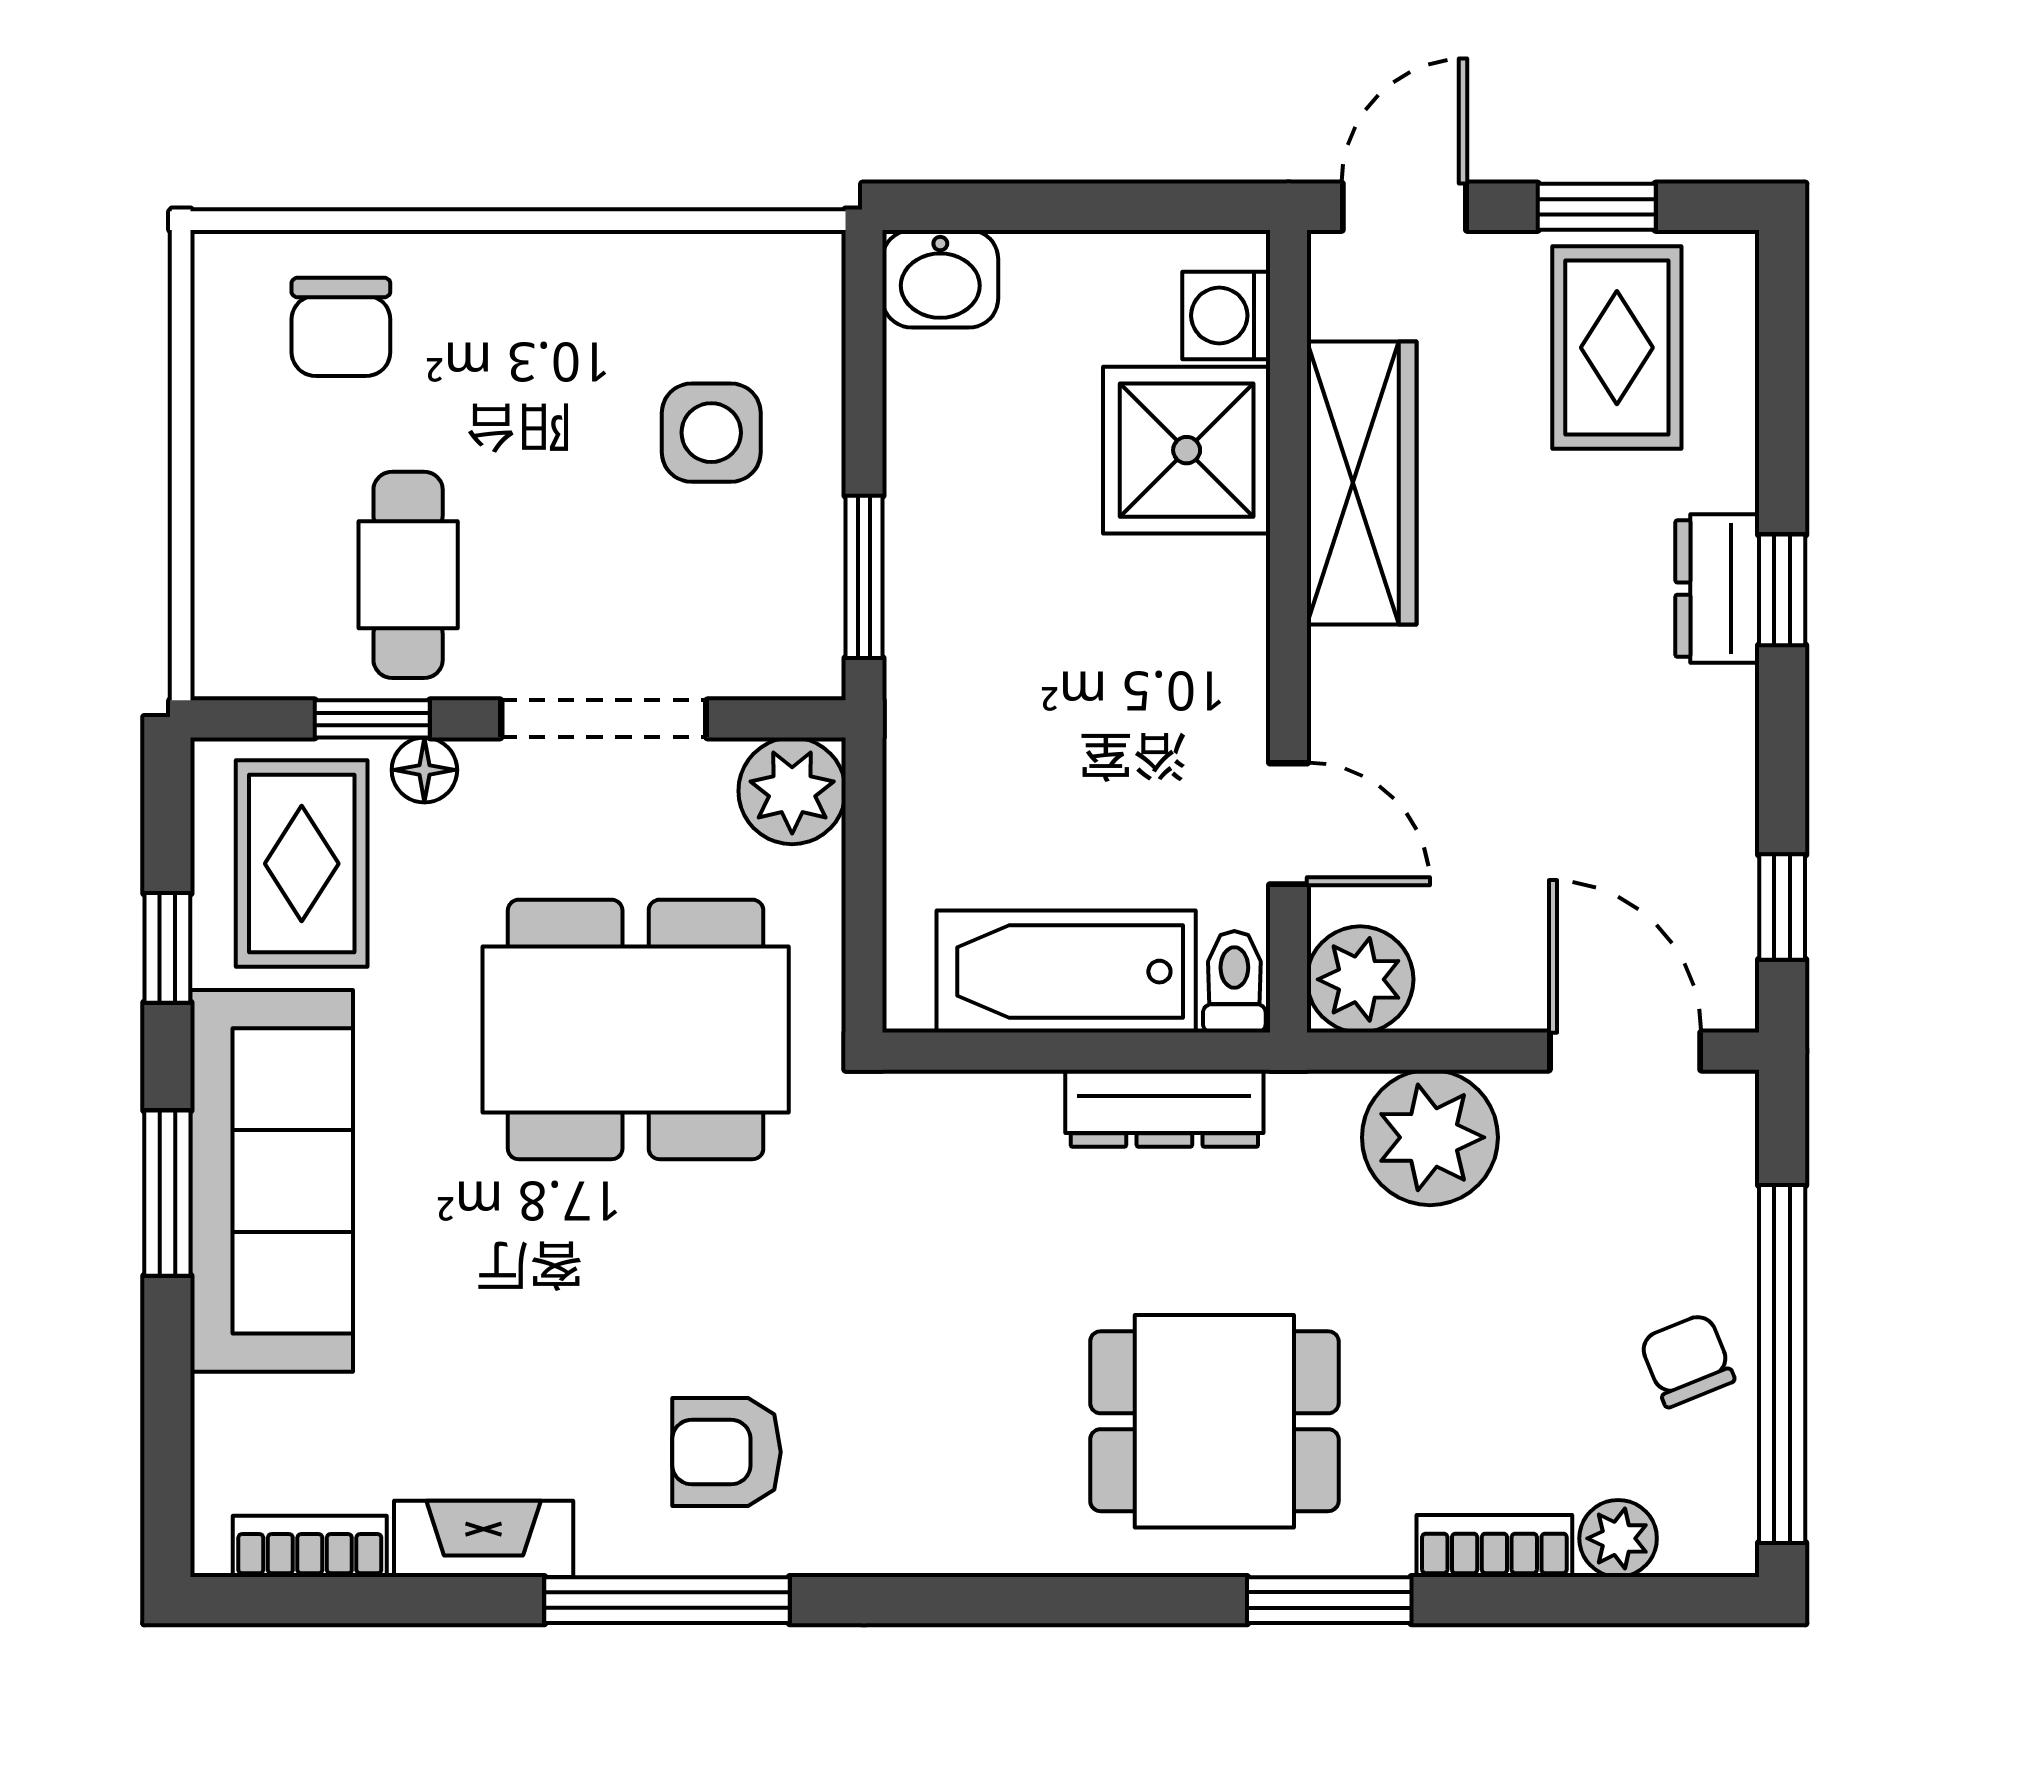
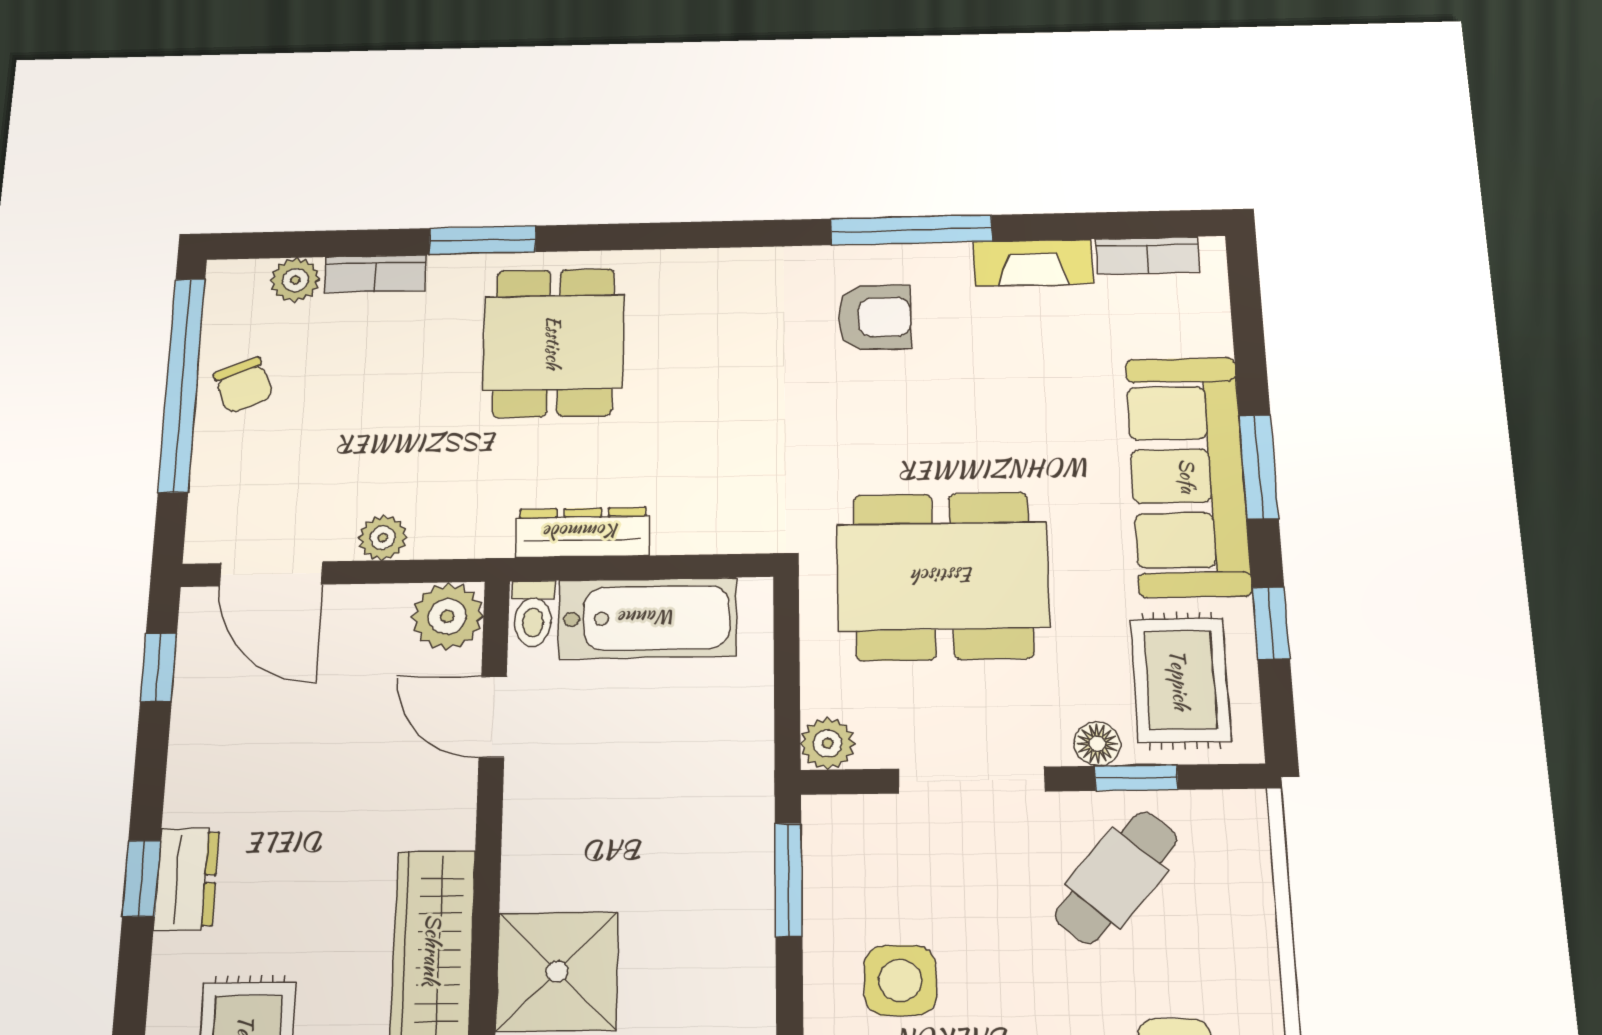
cafe table: (408, 575) -> (1116, 877), turned 41
plant: (792, 791) -> (828, 743), width x0.73, depth x0.73
plant: (1430, 1137) -> (383, 538), width x0.53, depth x0.53
dining table: (1214, 1421) -> (554, 343), turned 90

